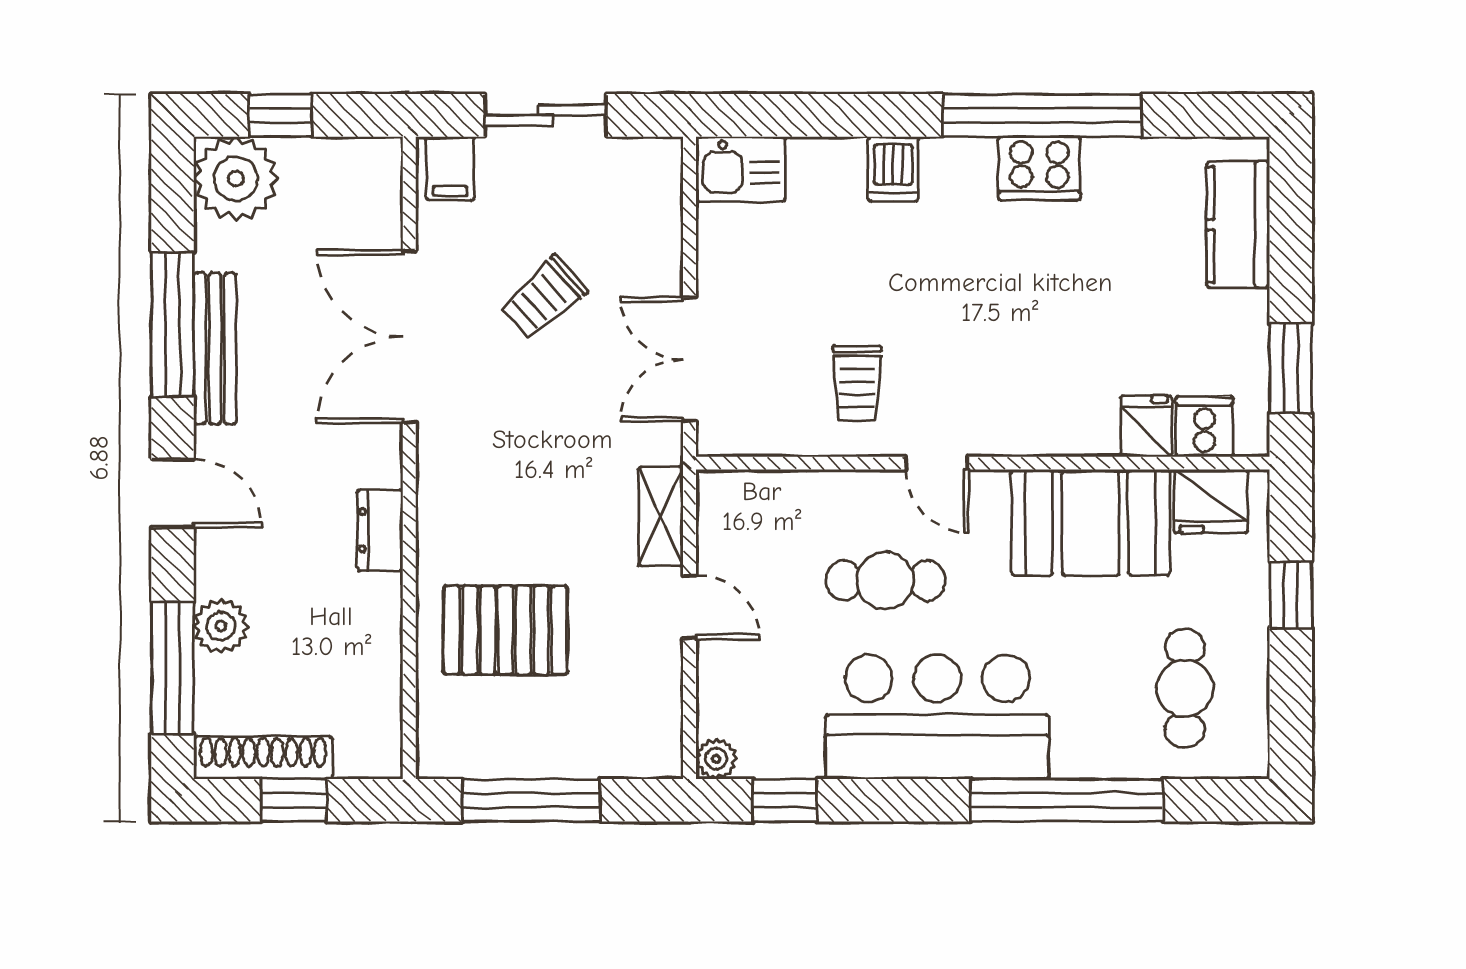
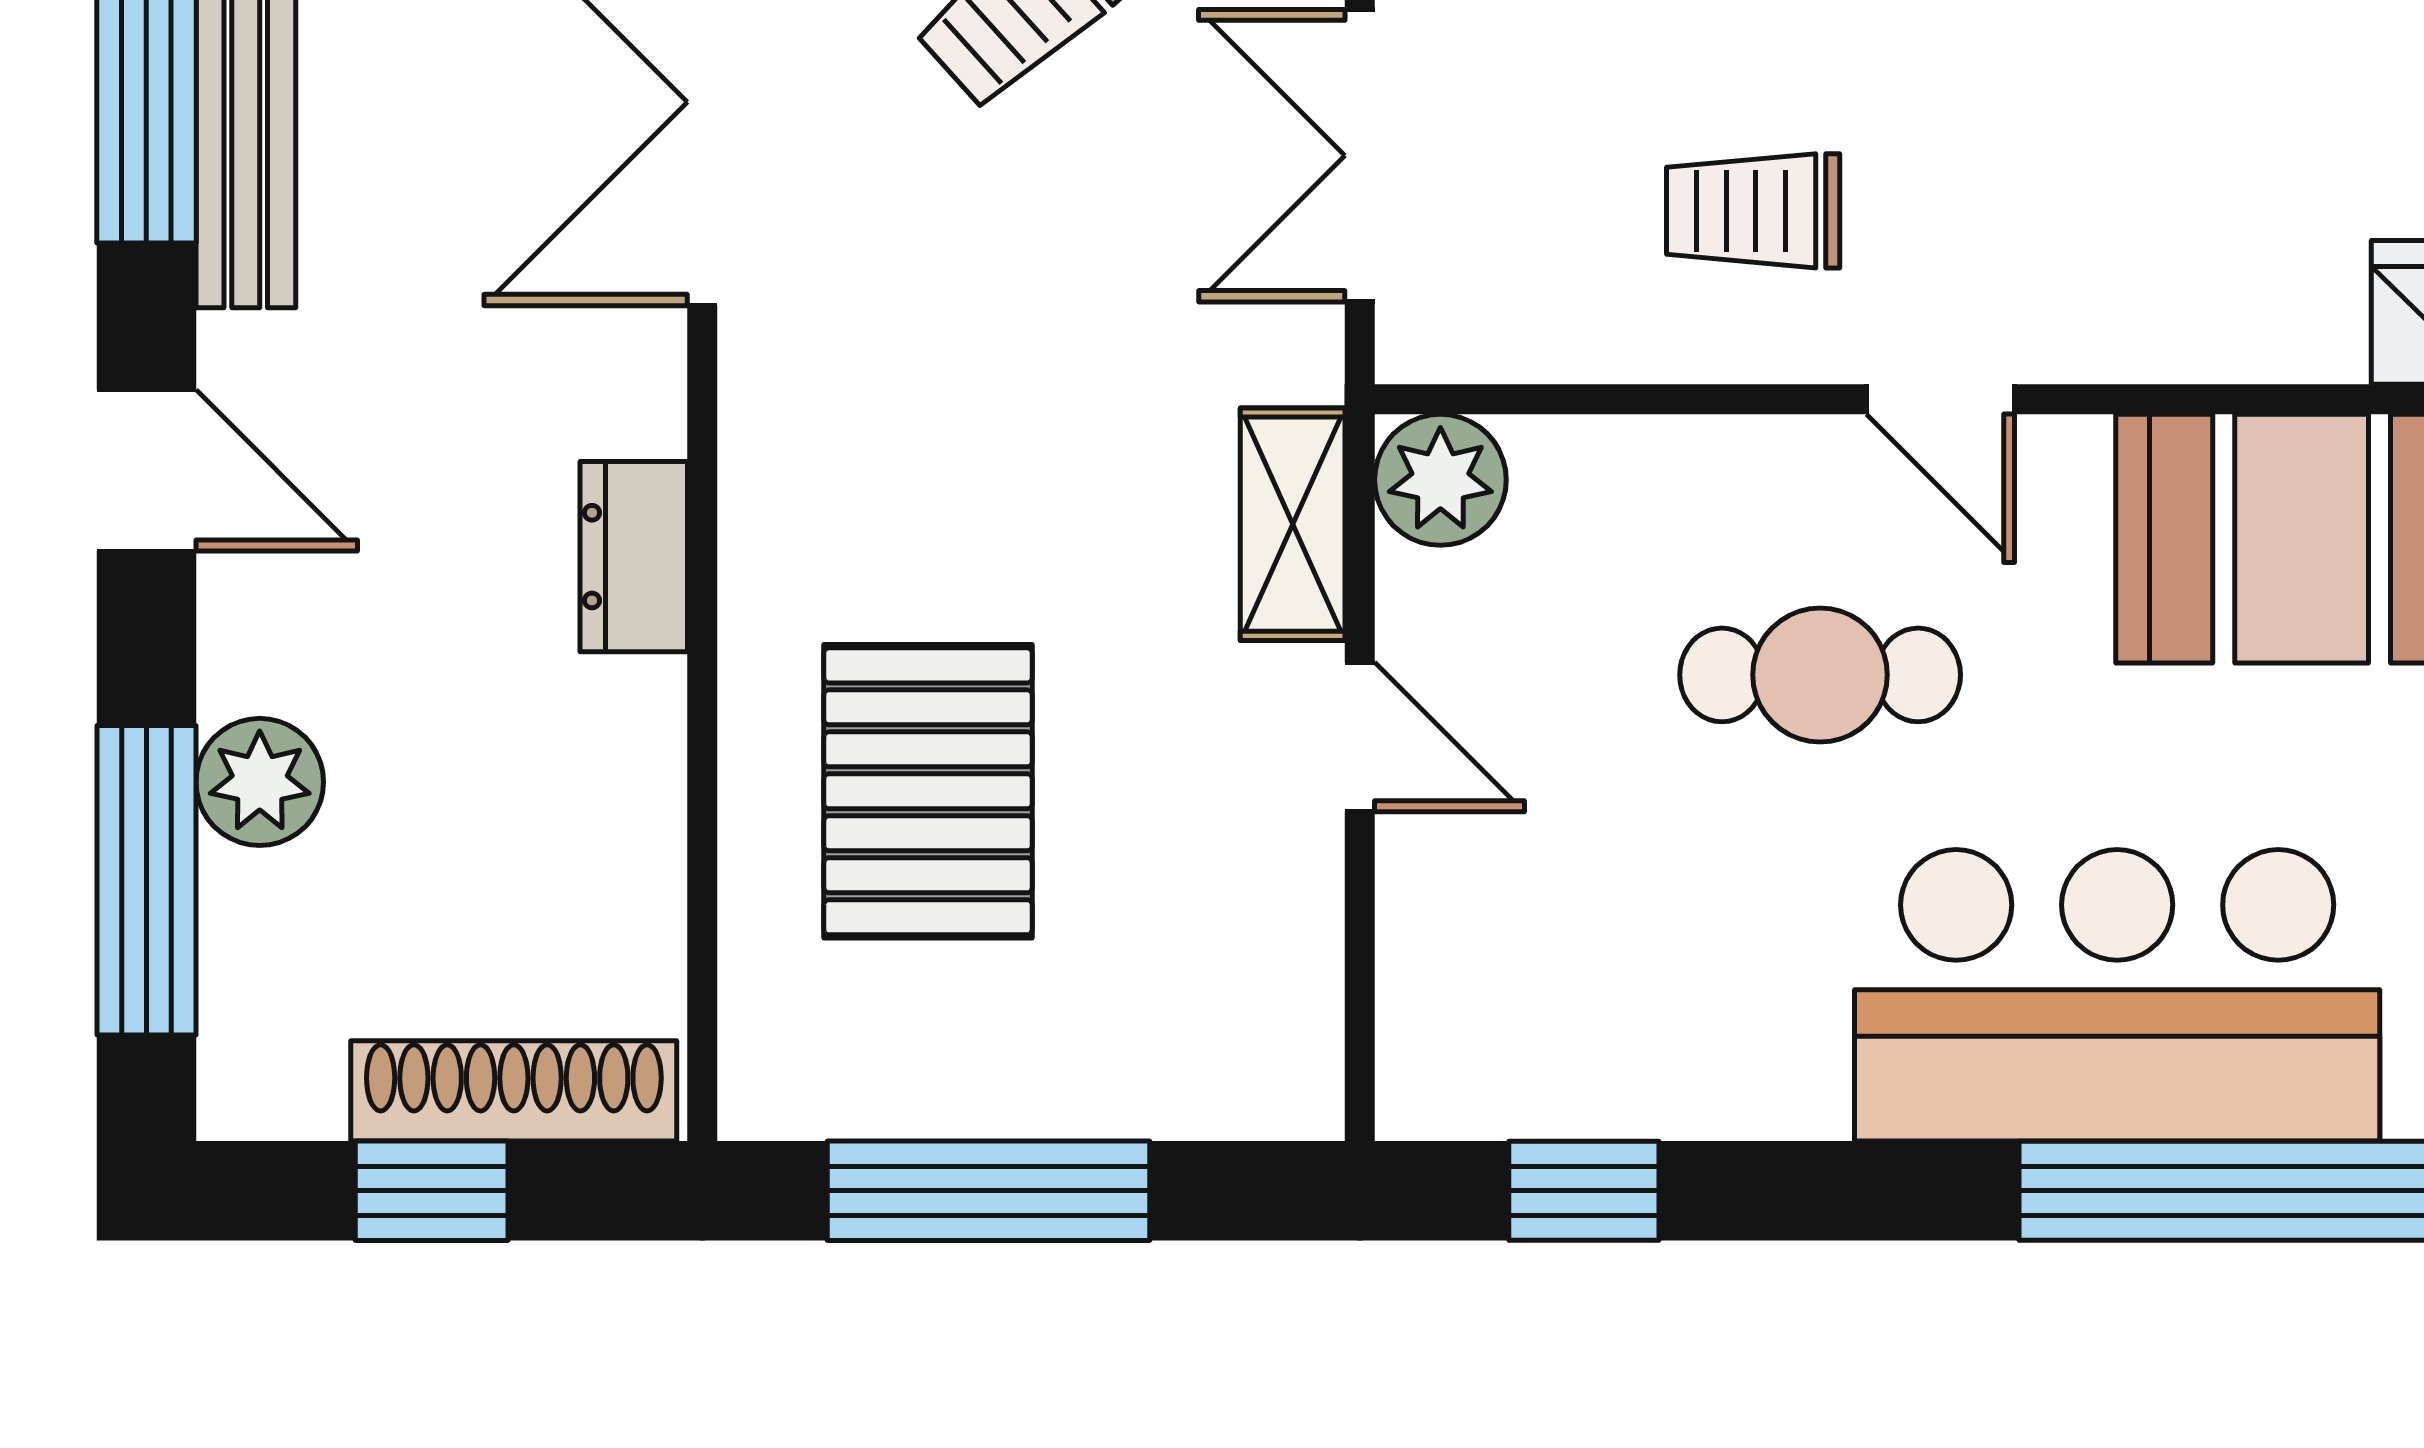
trolley: (857, 383) -> (1753, 211), turned 90
pallet: (506, 630) -> (928, 791), turned 90
bar counter: (937, 717) -> (2117, 995), moved
shoe rack: (263, 758) -> (514, 1091), moved
plant: (716, 759) -> (1440, 480), moved, width x1.38, depth x1.38

